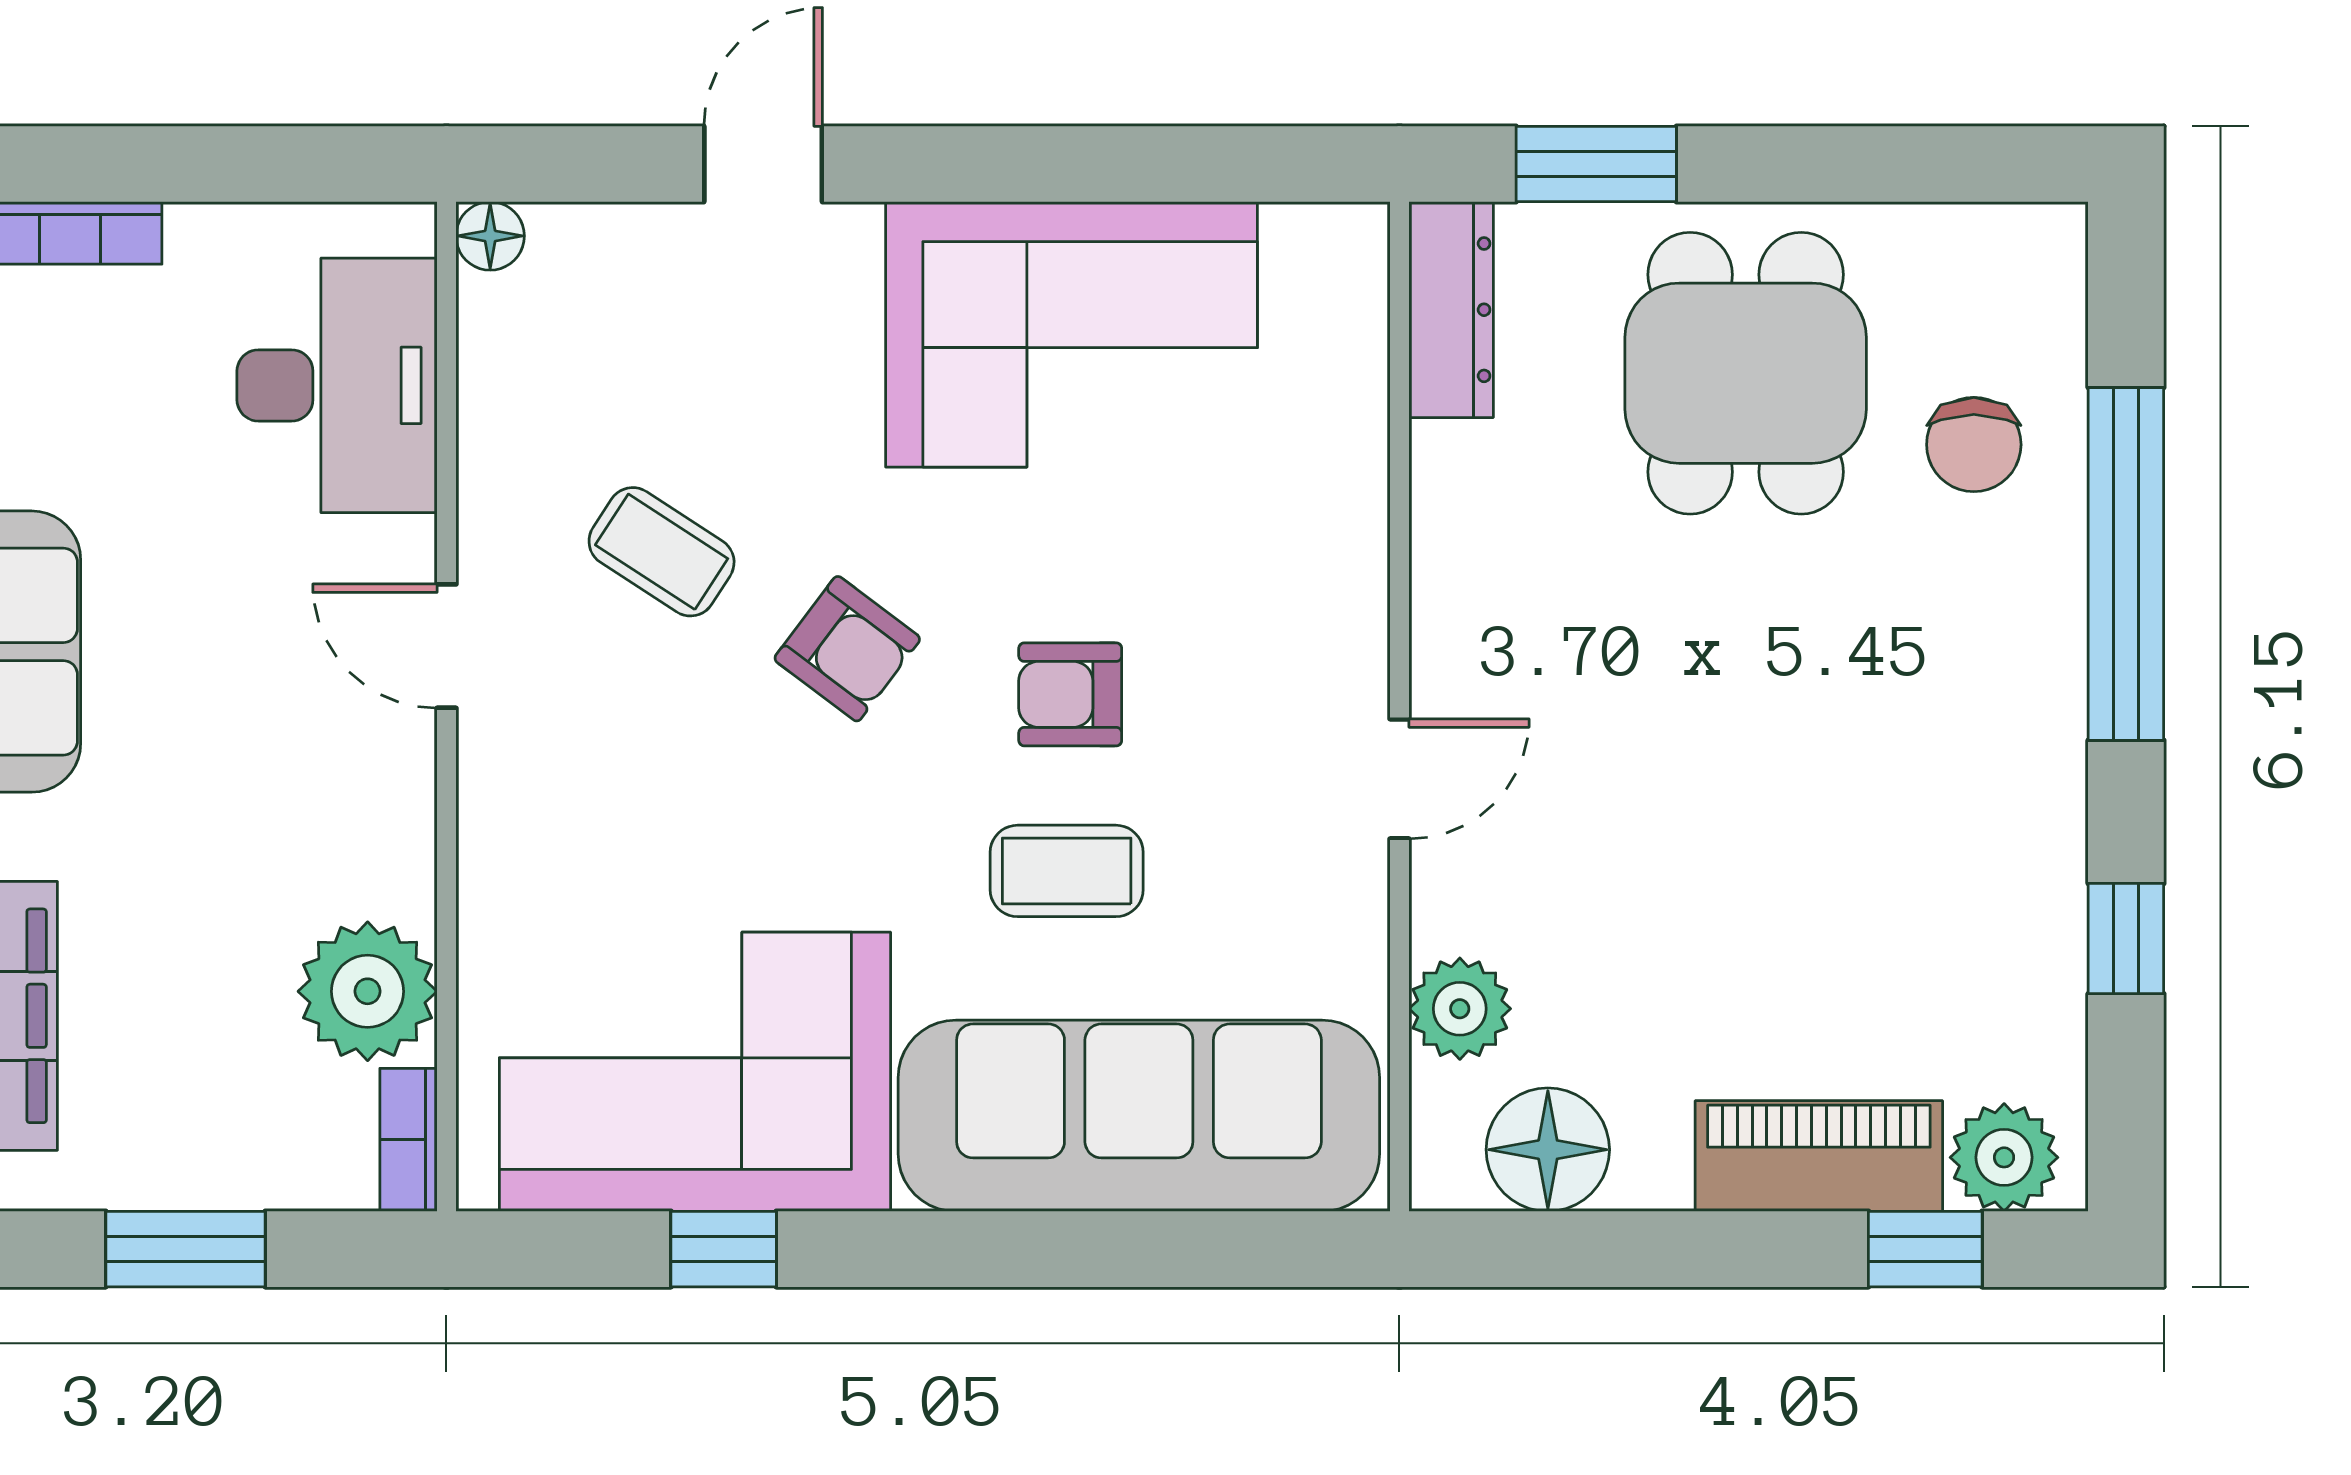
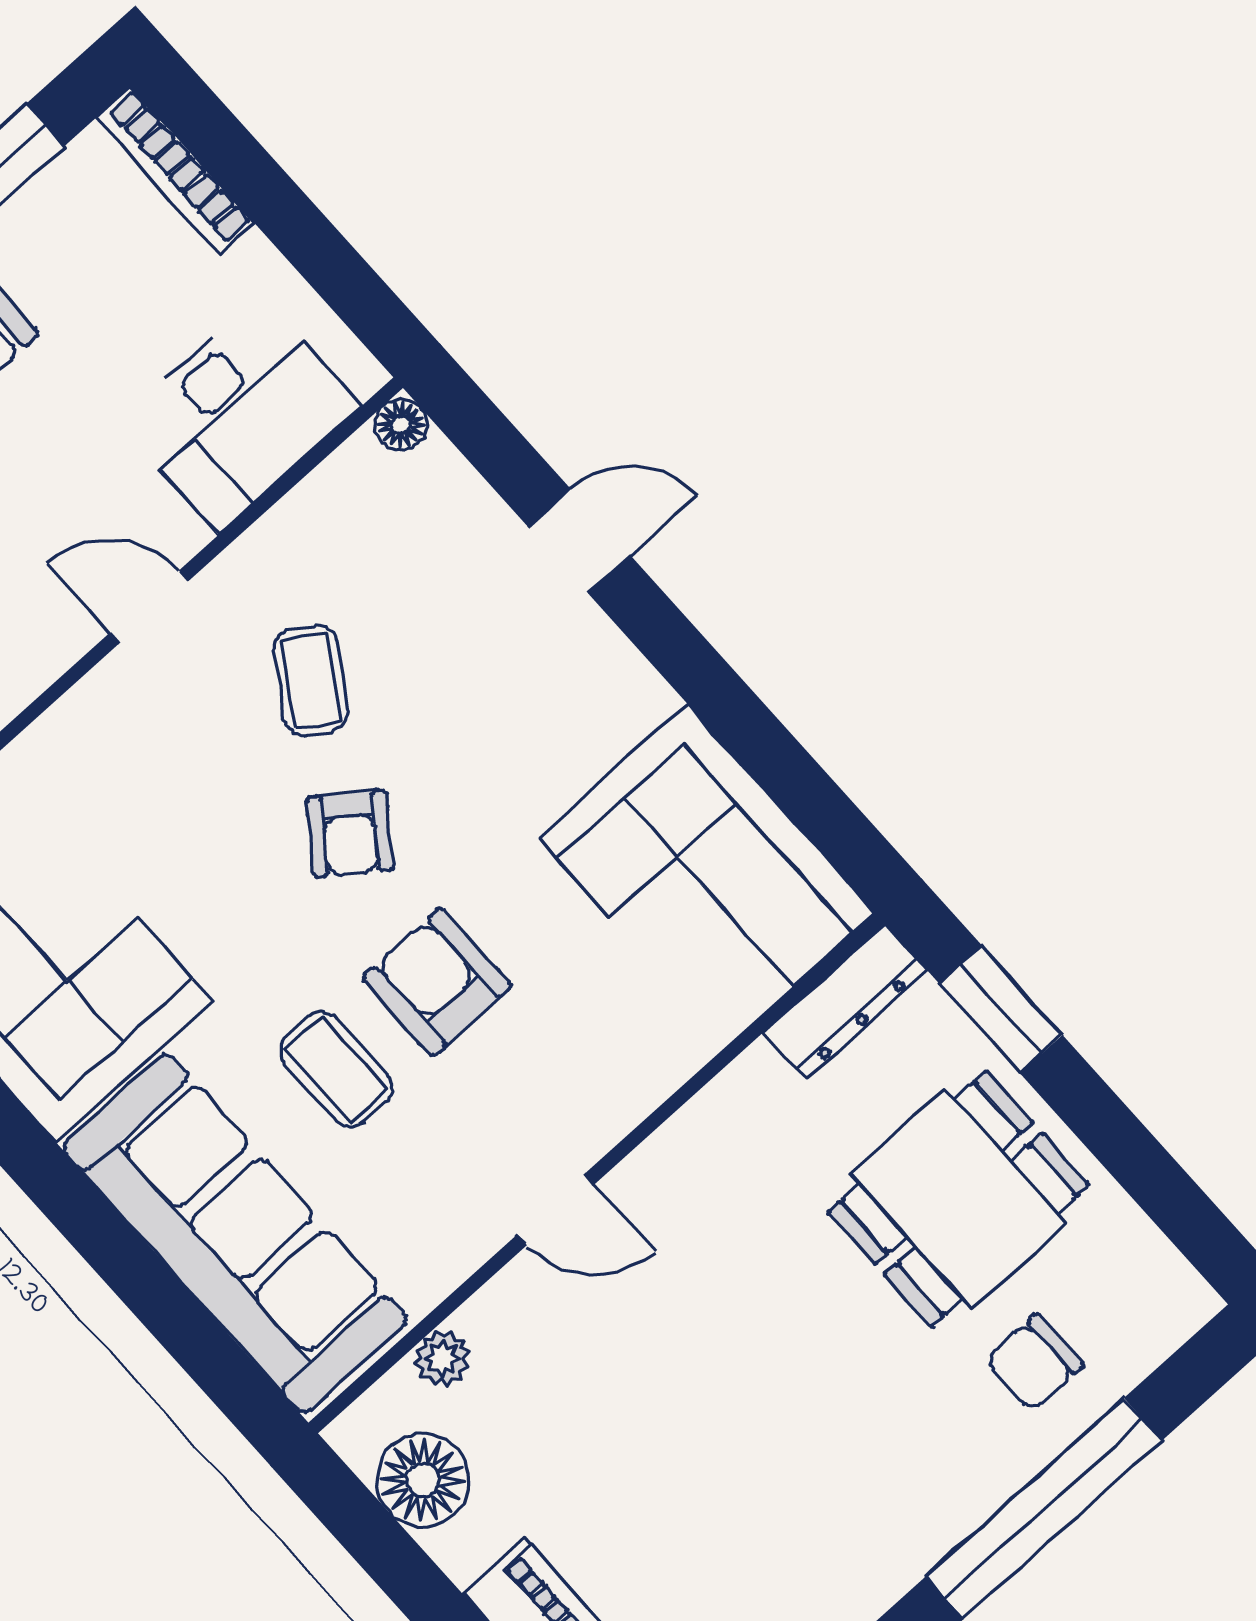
corner sofa: (1072, 334) -> (707, 875), moved
door: (446, 646) -> (149, 607), hinge flipped
armchair: (1070, 694) -> (437, 982), width x1.38, depth x1.38
plant: (1460, 1009) -> (443, 1359), width x0.73, depth x0.73

